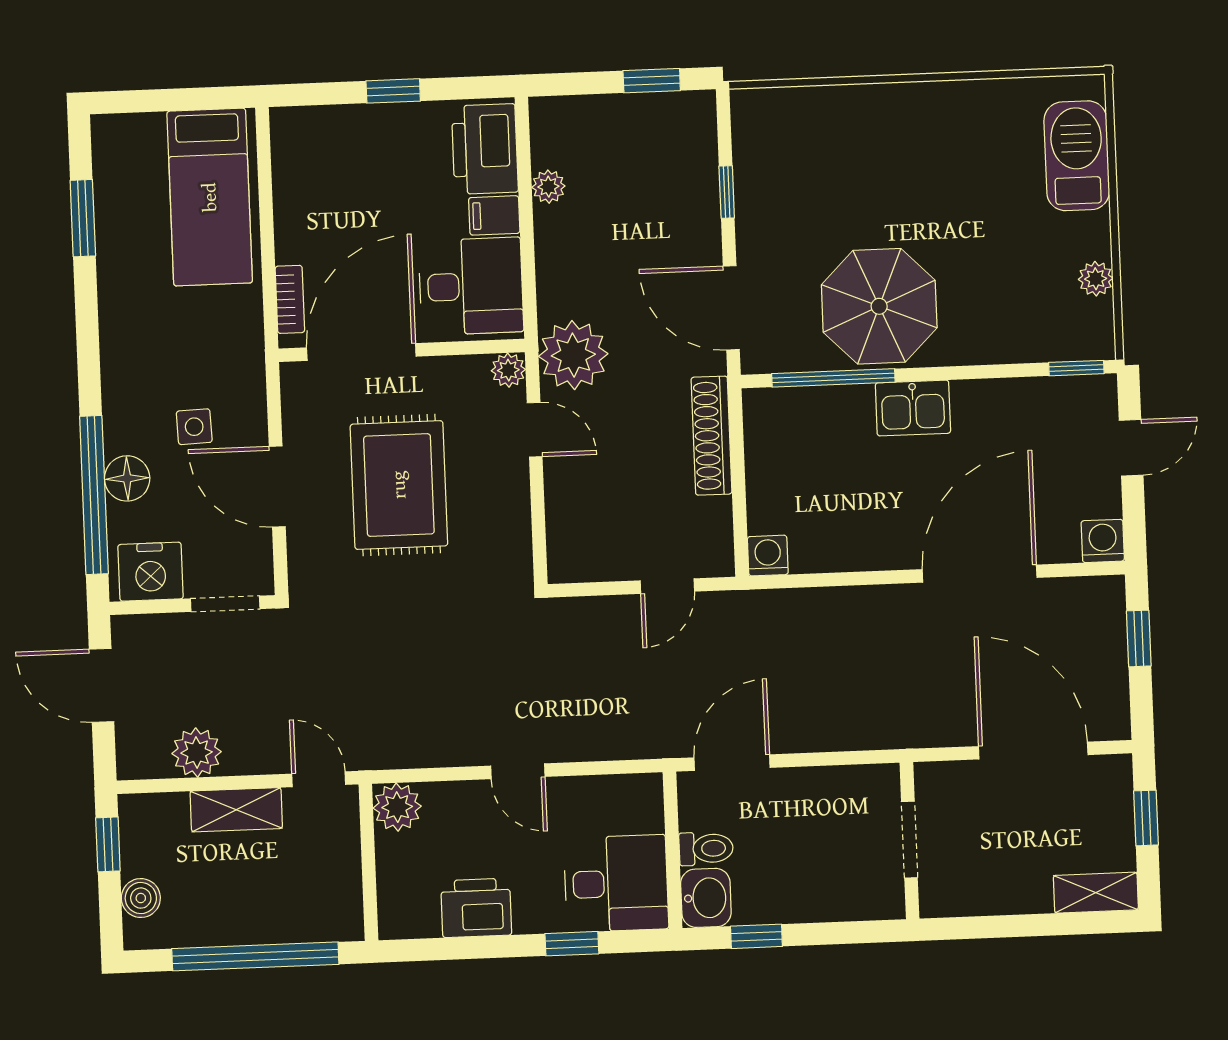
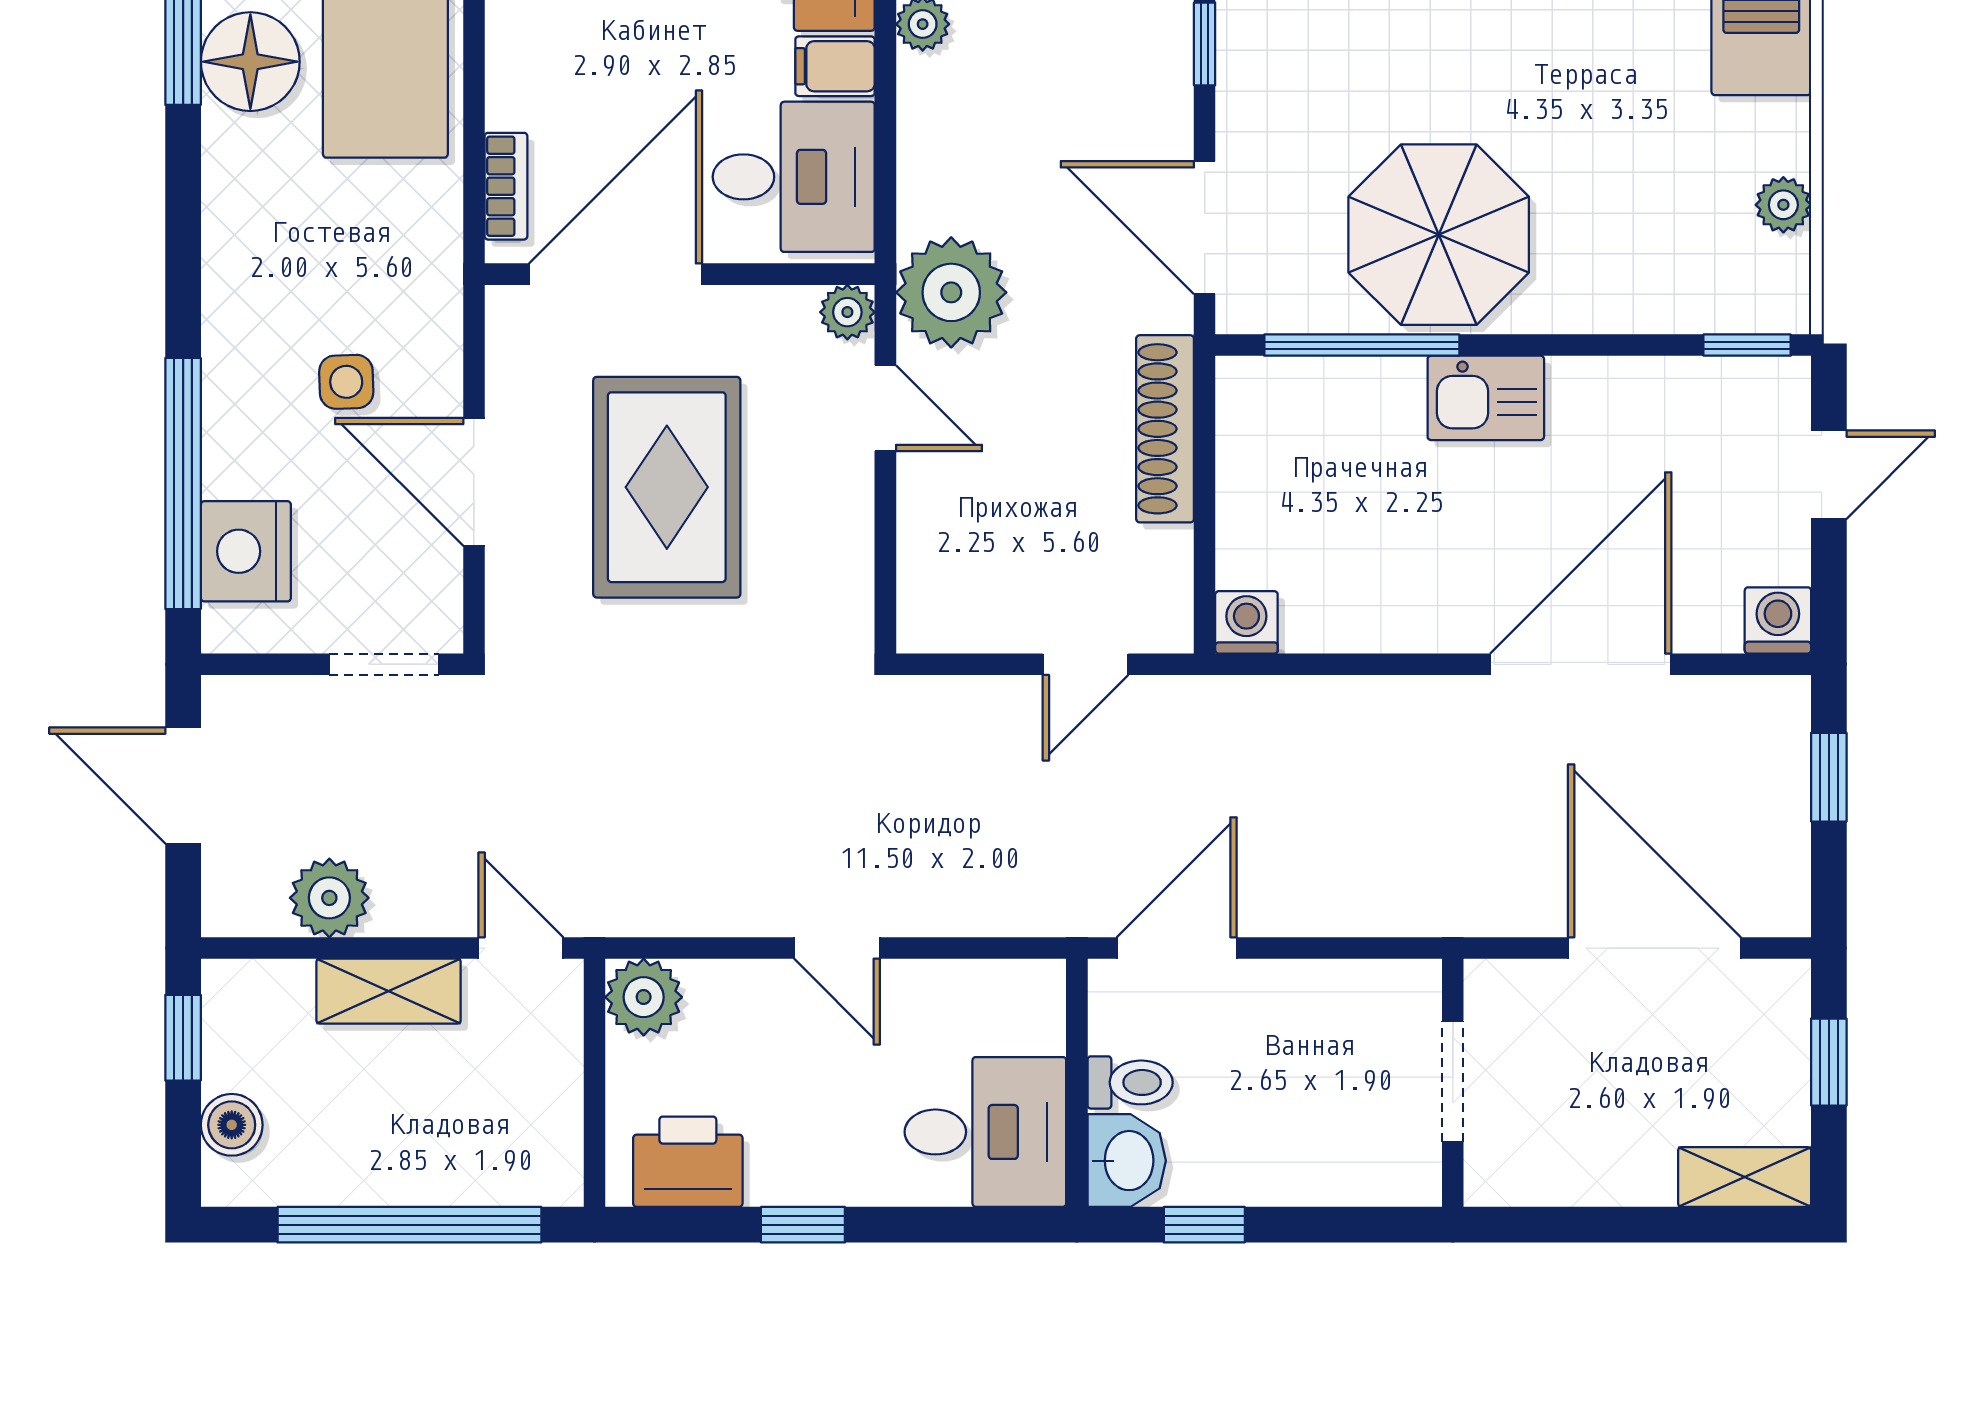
floor lamp: (127, 478) -> (250, 62), moved, width x1.38, depth x1.38
nightstand: (151, 572) -> (246, 551), moved, turned 90
printer: (476, 908) -> (688, 1162), moved
window: (572, 944) -> (803, 1225), moved

